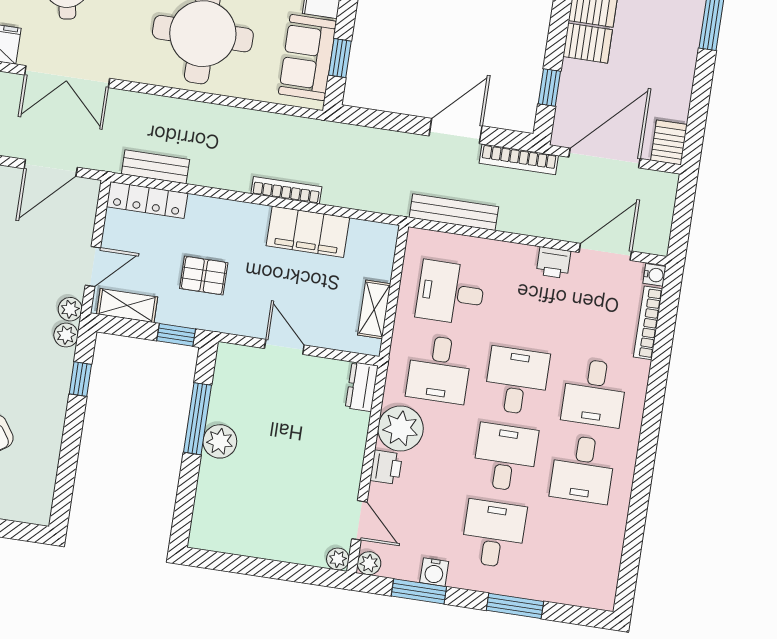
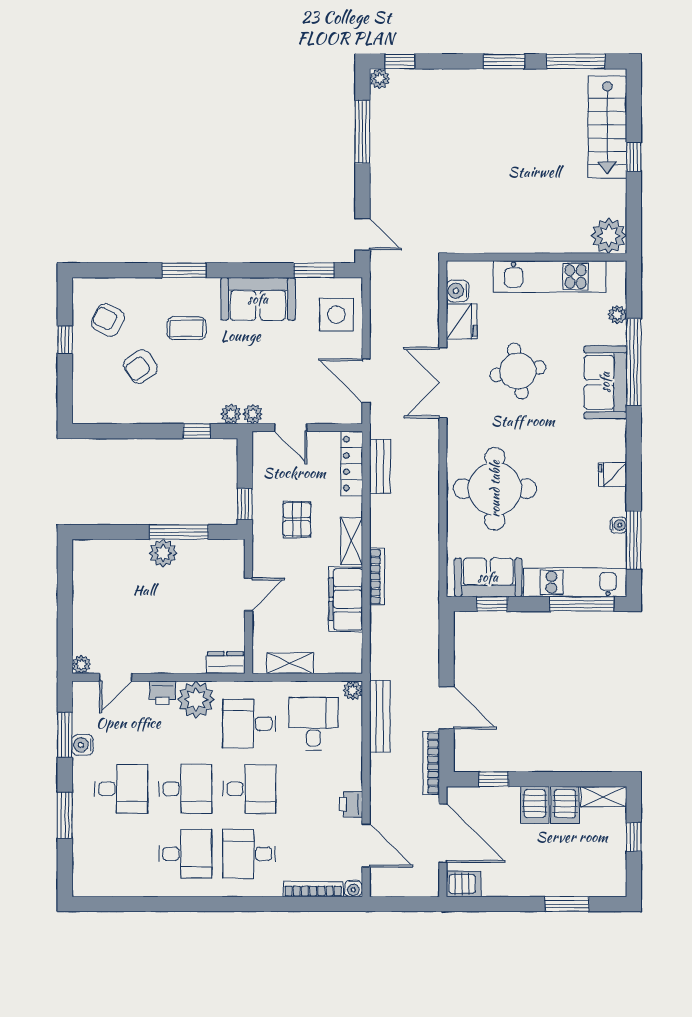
shelving: (127, 305) -> (352, 541), moved
desk: (583, 469) -> (185, 854), turned 180
plant: (369, 563) -> (353, 690), moved

